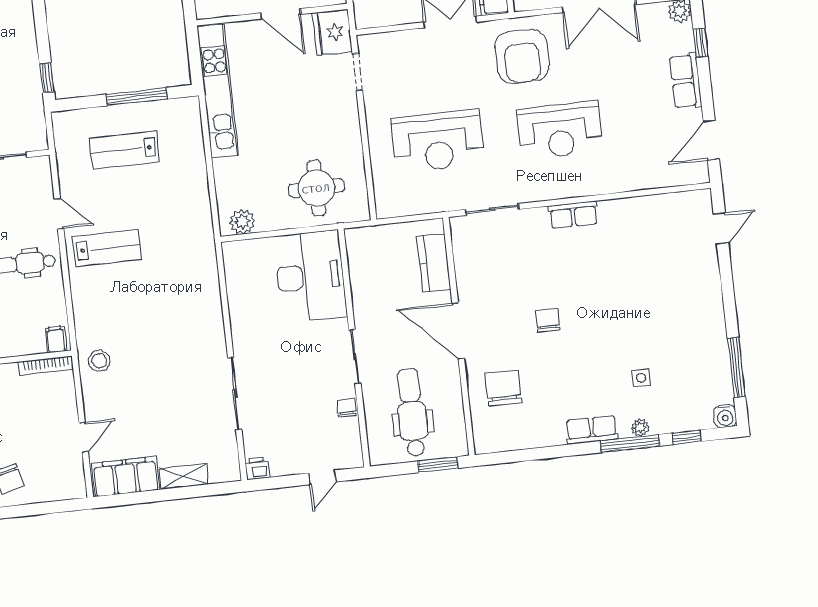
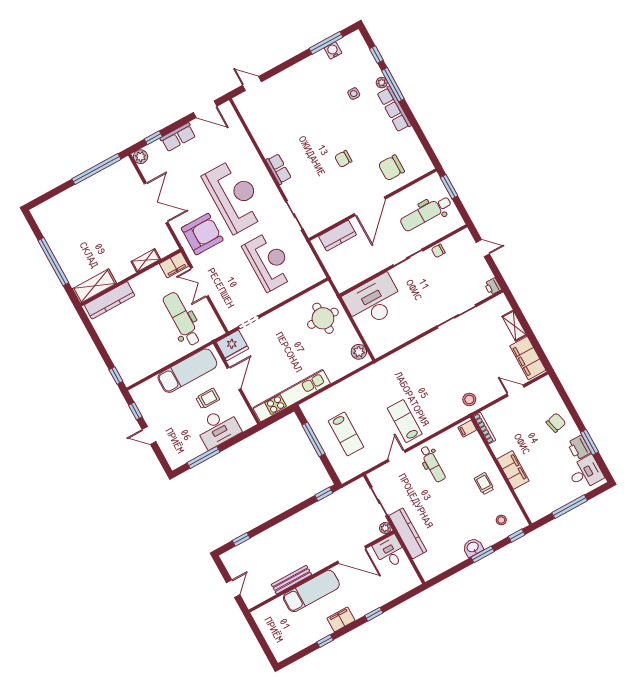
reception desk: (560, 130) -> (235, 196), width x1.36, depth x1.30
water cooler: (725, 416) -> (333, 50), moved, turned -90
row of seats: (592, 430) -> (394, 109), width x1.48

